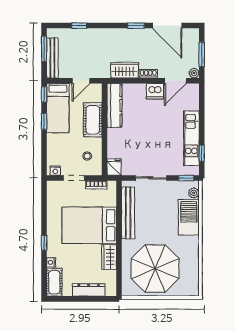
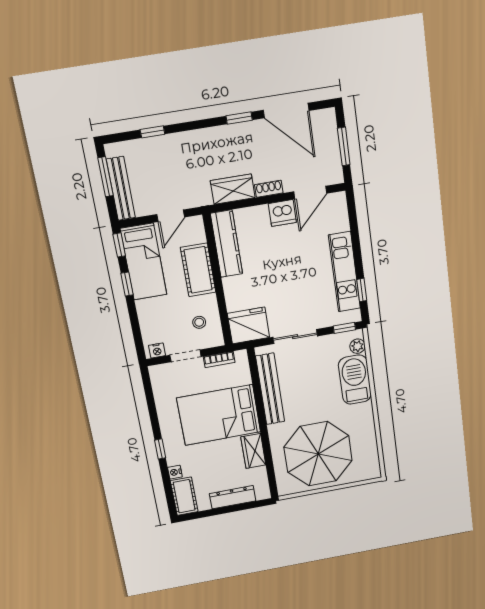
plant: (194, 73) -> (336, 176), removed
fridge: (114, 167) -> (249, 325), width x1.88, depth x1.34

